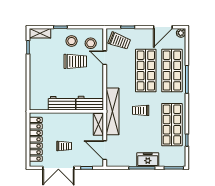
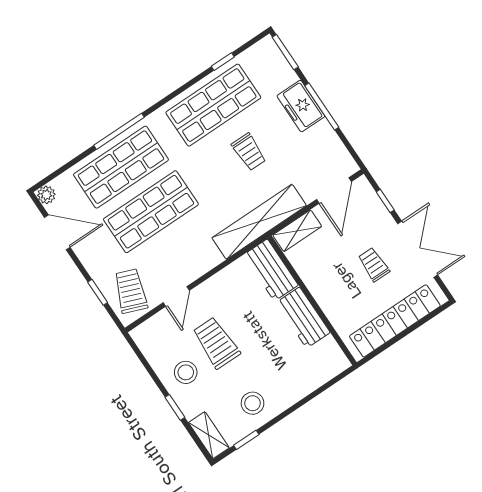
stool: (91, 43) -> (253, 403), moved
trolley: (141, 110) -> (249, 152), moved

